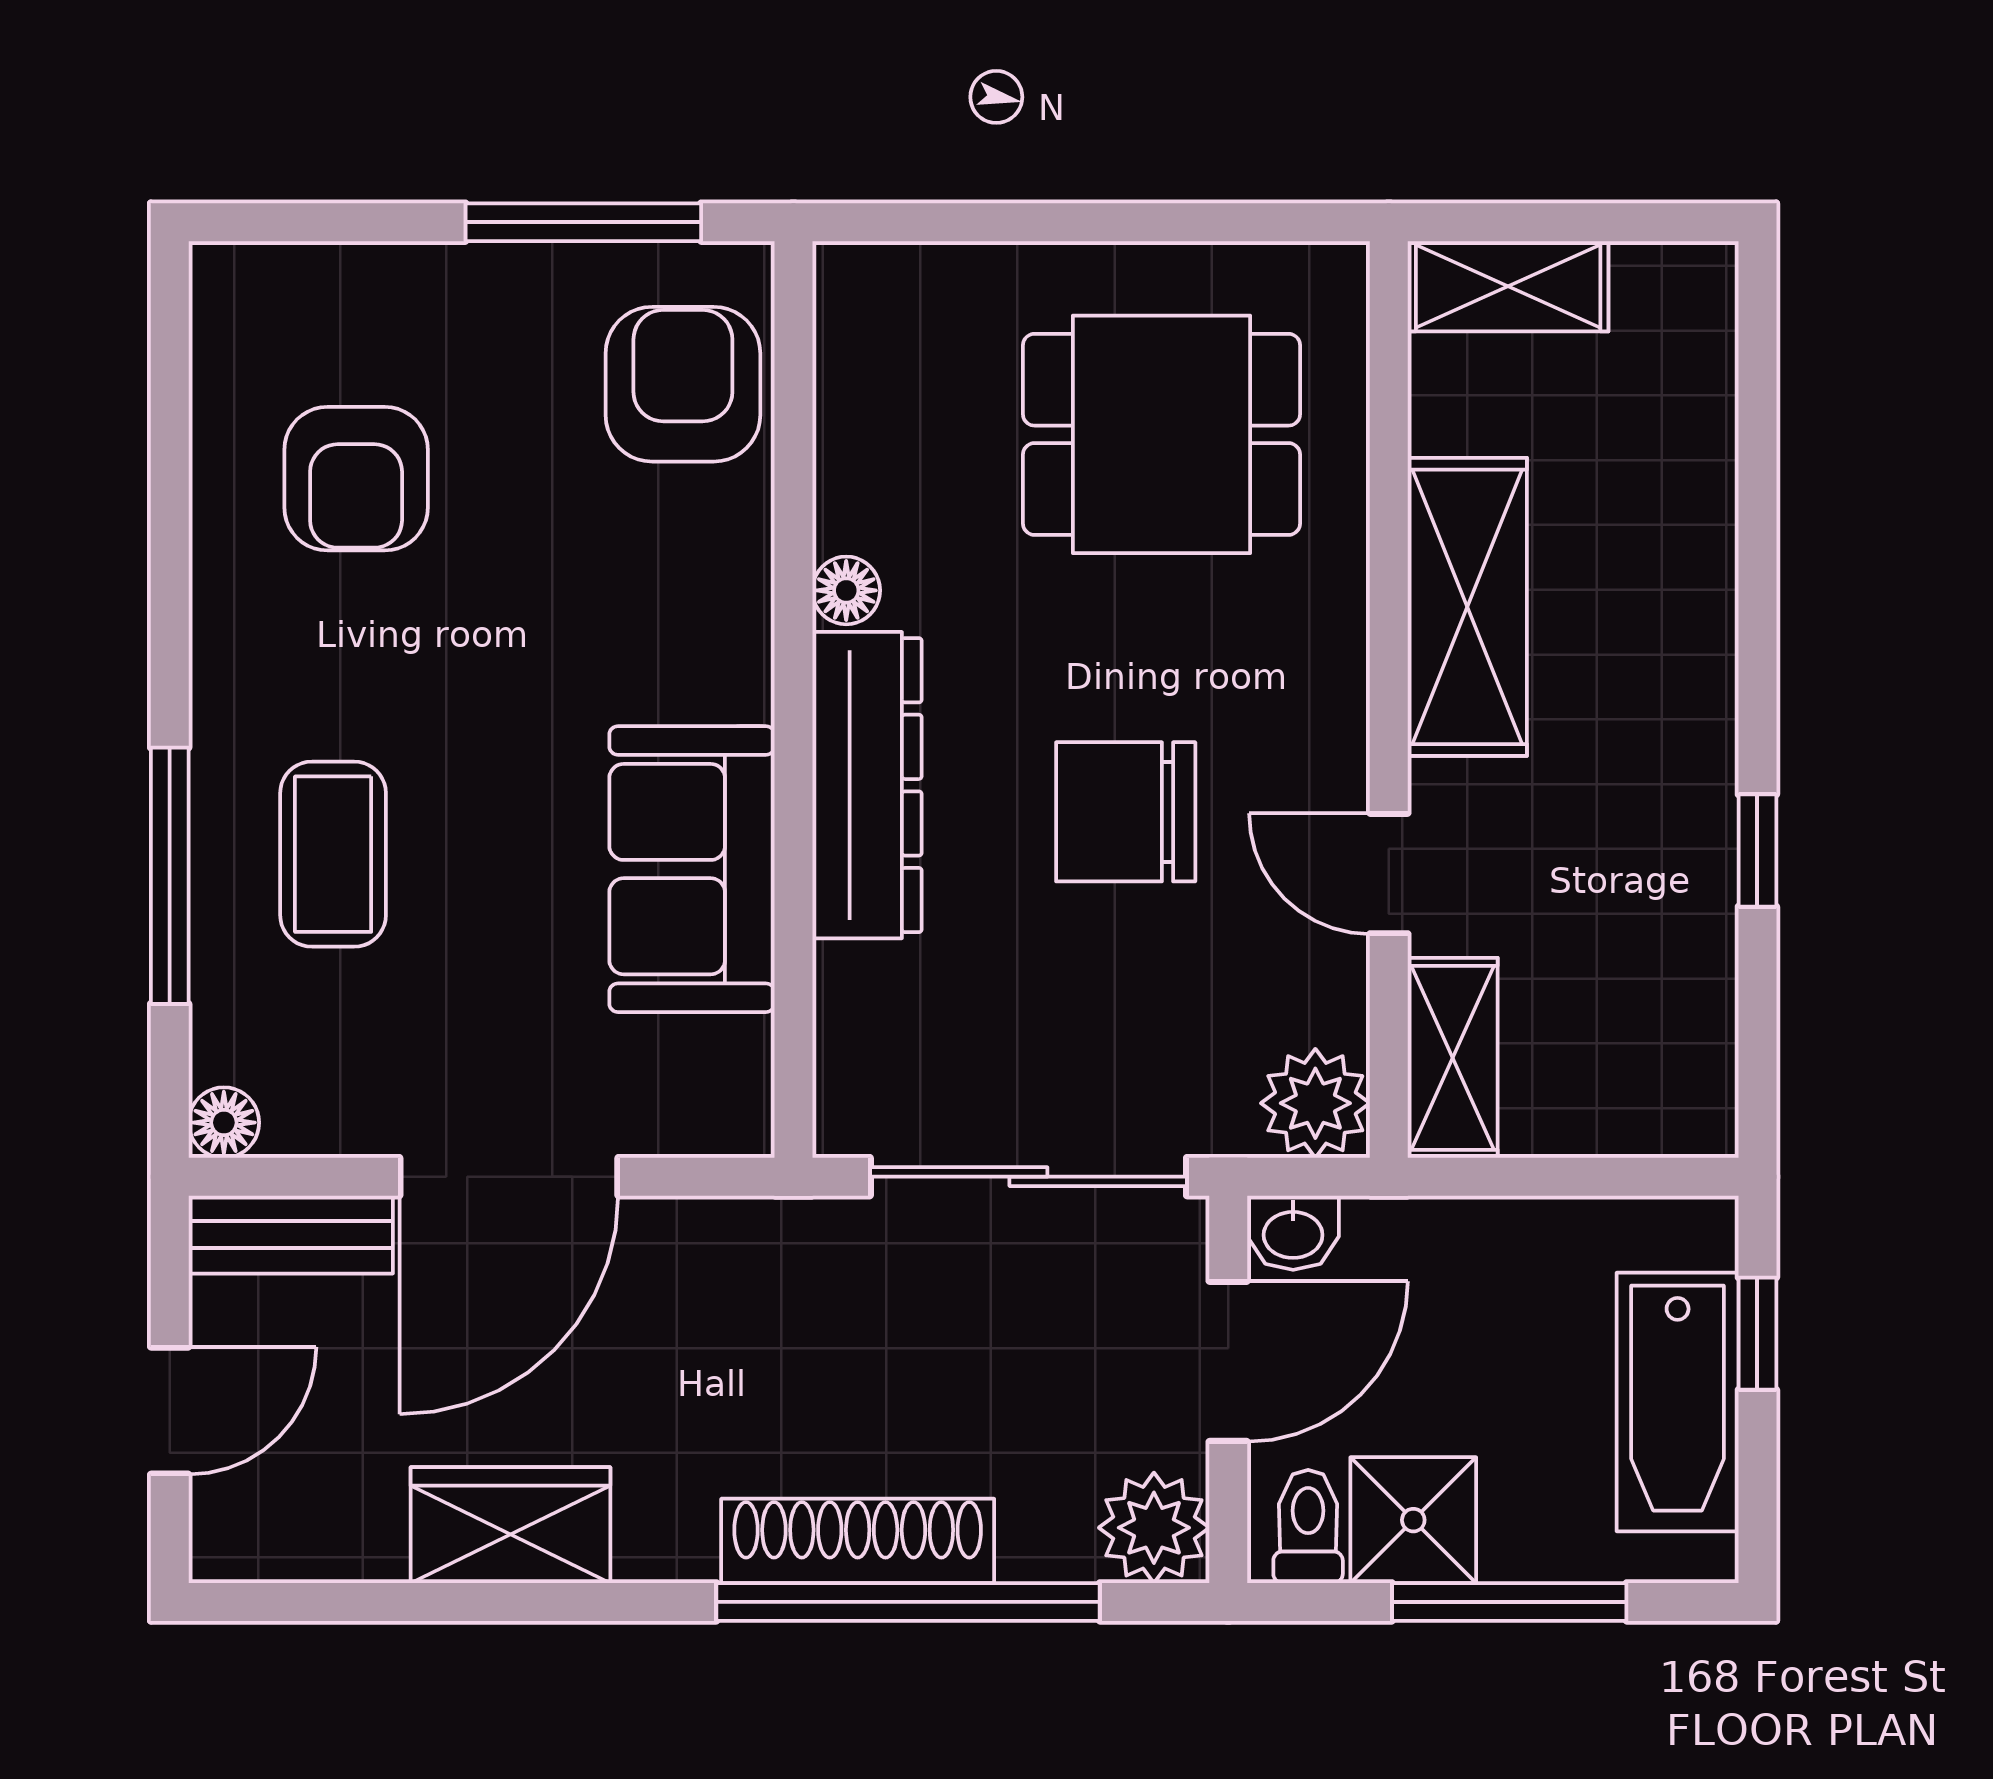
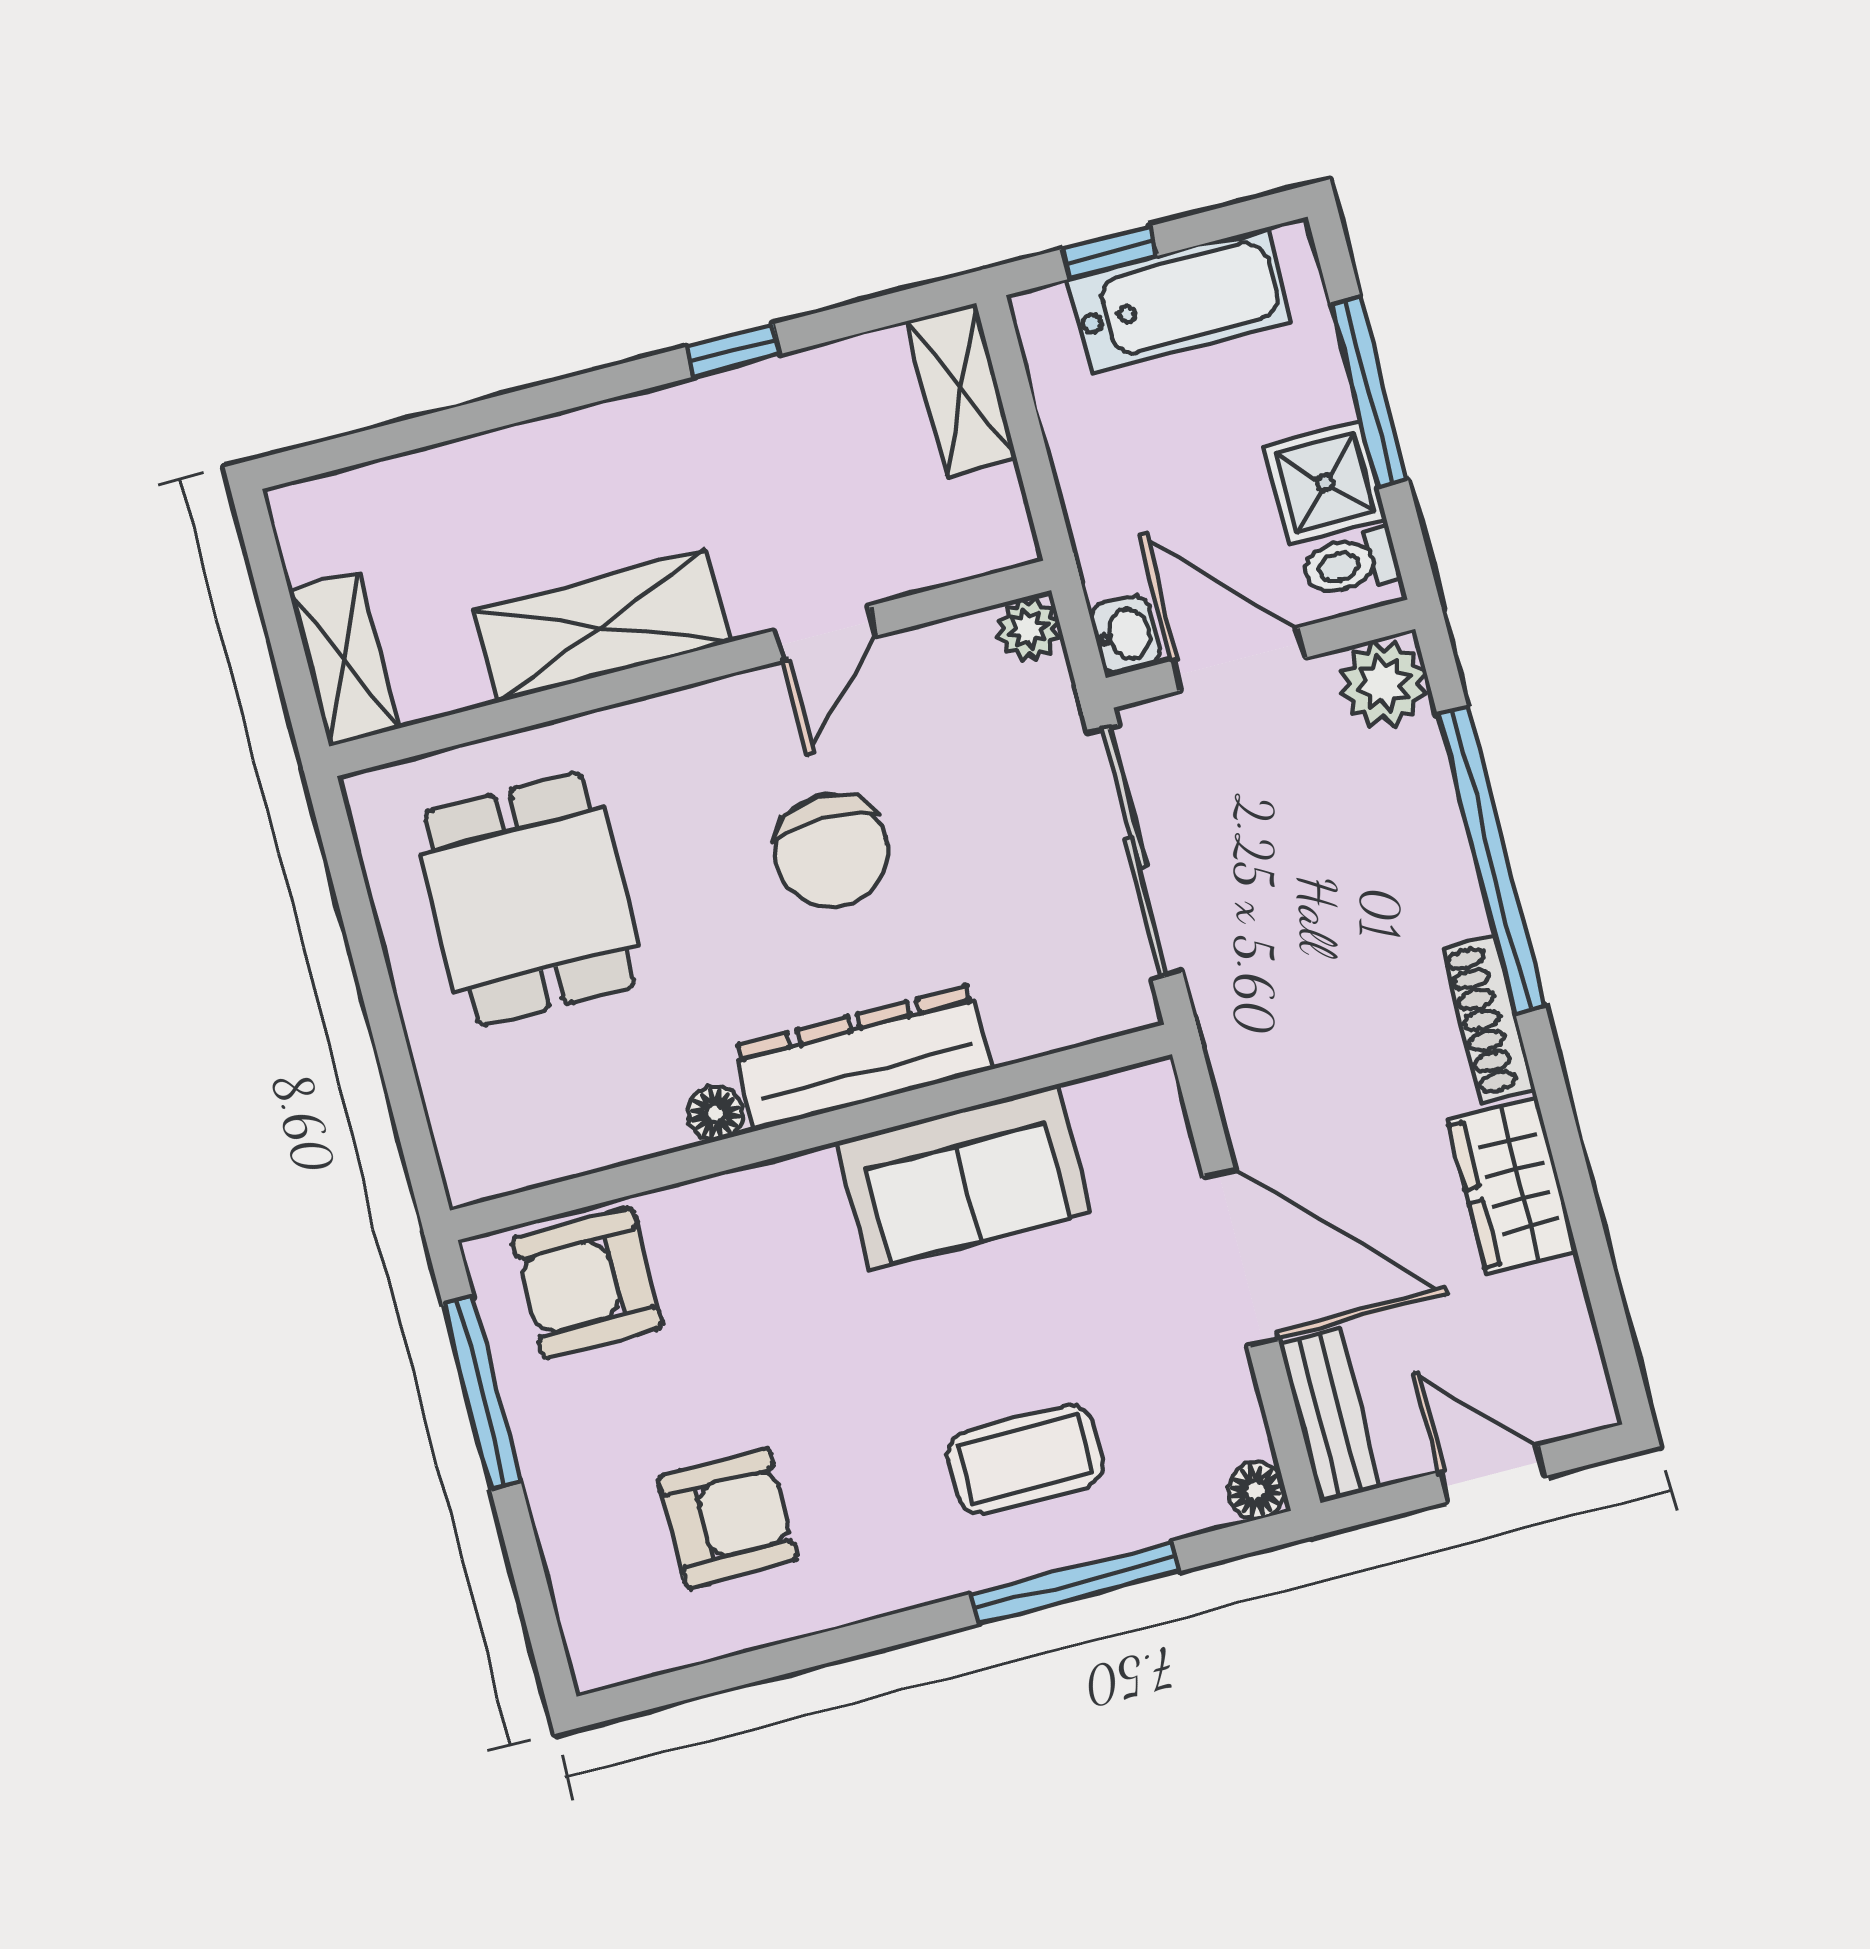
shelving: (1453, 1058) -> (962, 390), moved, turned 90
plant: (1315, 1103) -> (1028, 629), width x0.73, depth x0.73
shoe rack: (858, 1541) -> (1488, 1019), moved, width x0.74, depth x0.81

